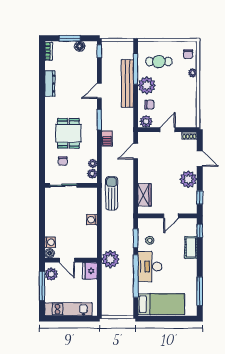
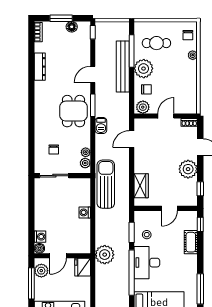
dining table: (68, 133) -> (73, 111), moved
sun lounger: (112, 193) -> (106, 184), width x1.36, depth x1.34
door: (67, 260) -> (58, 256), hinge flipped

